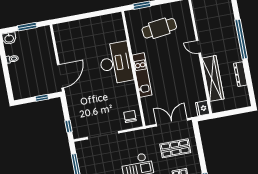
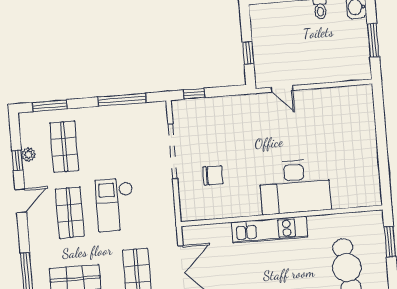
door: (61, 76) -> (282, 89), width x0.53
chair: (130, 116) -> (213, 175), moved

